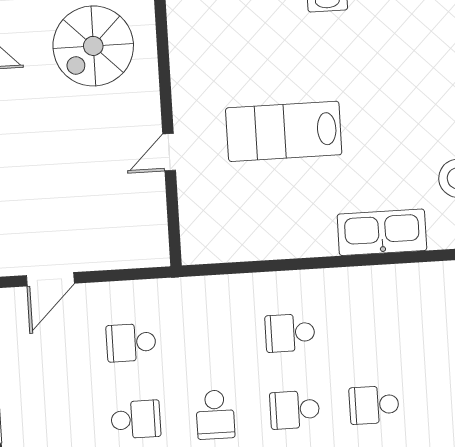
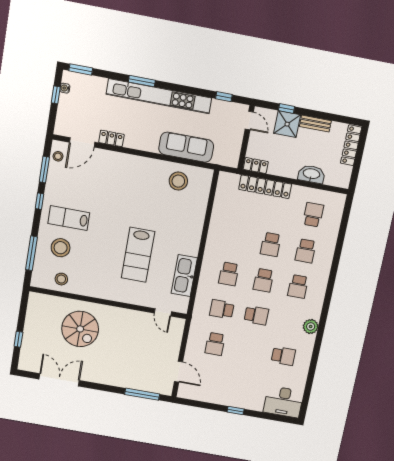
door: (169, 152) -> (163, 312), moved
kitchen sink: (382, 232) -> (184, 276), moved
school desk: (136, 419) -> (222, 309), moved, turned -90

